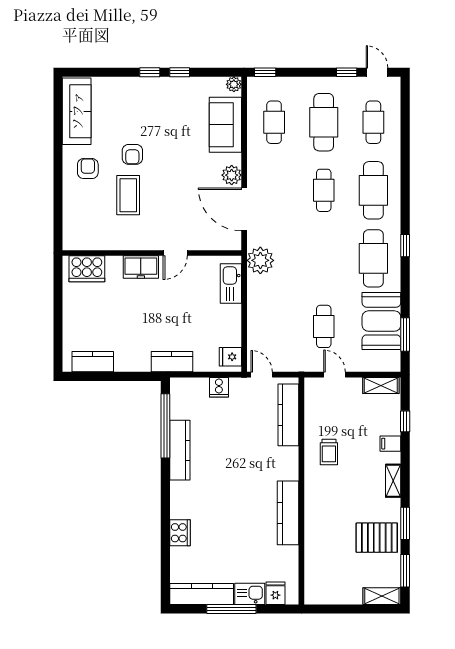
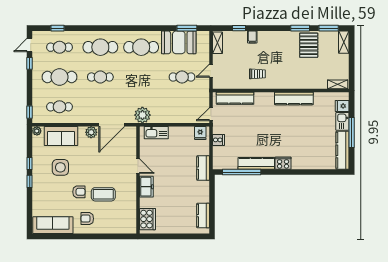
side table: (173, 124) -> (60, 167), added
window: (405, 246) -> (58, 28), moved
shelving: (393, 481) -> (338, 84), moved
cooker: (180, 533) -> (283, 163), moved

